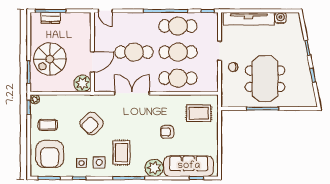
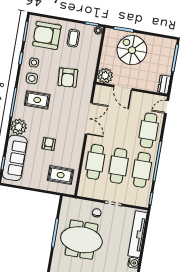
dresser: (50, 18) -> (164, 84), moved
cafe table: (134, 52) -> (149, 130), moved
rug: (199, 113) -> (61, 175), turned 90
armchair: (92, 124) -> (68, 78), turned -139

